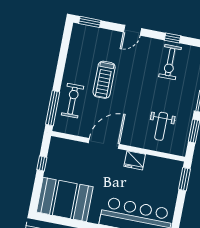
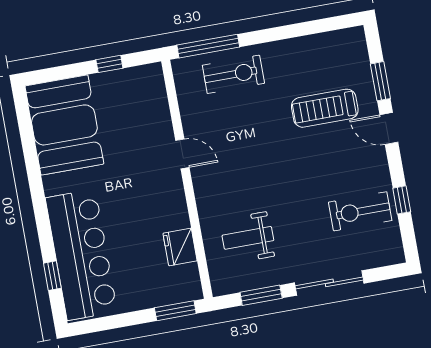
window: (90, 22) -> (380, 81), moved
treadmill: (104, 80) -> (325, 108), moved
door: (104, 144) -> (182, 154), width x0.53
fridge: (135, 160) -> (180, 247), moved

